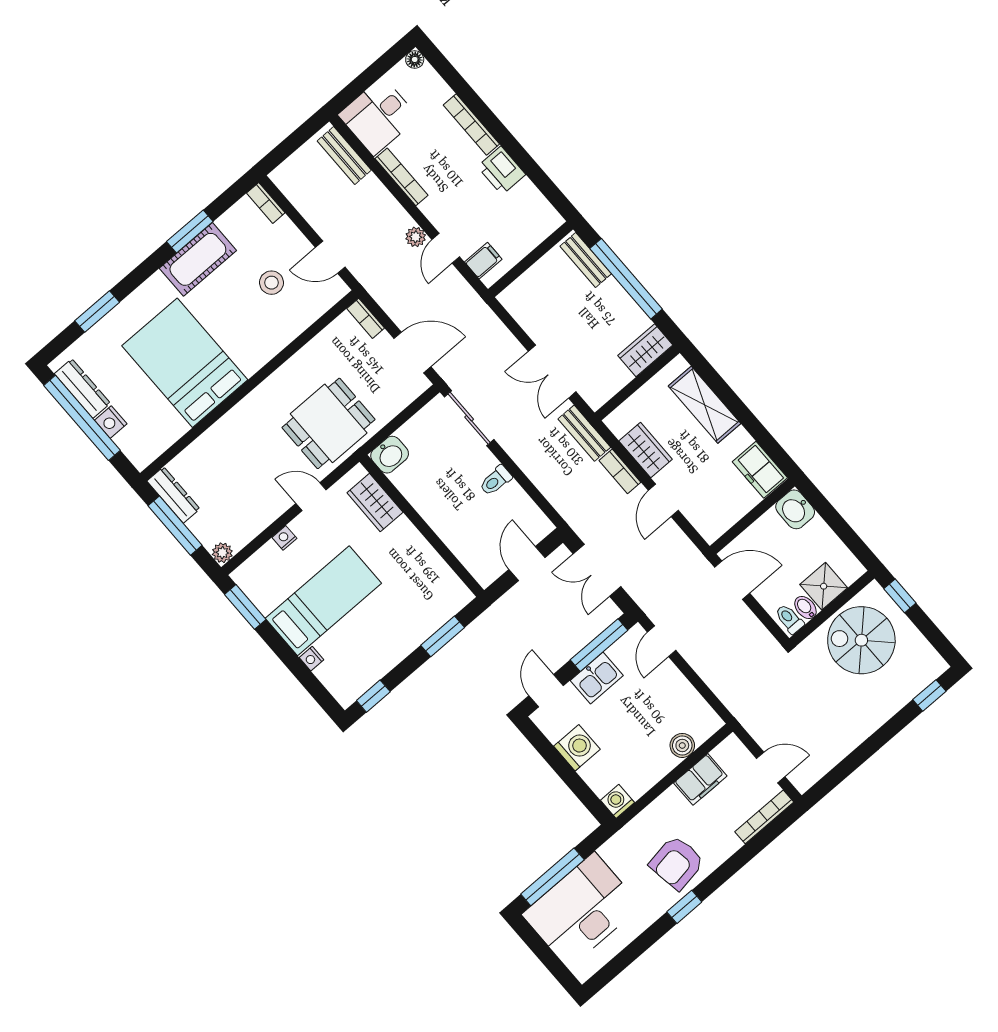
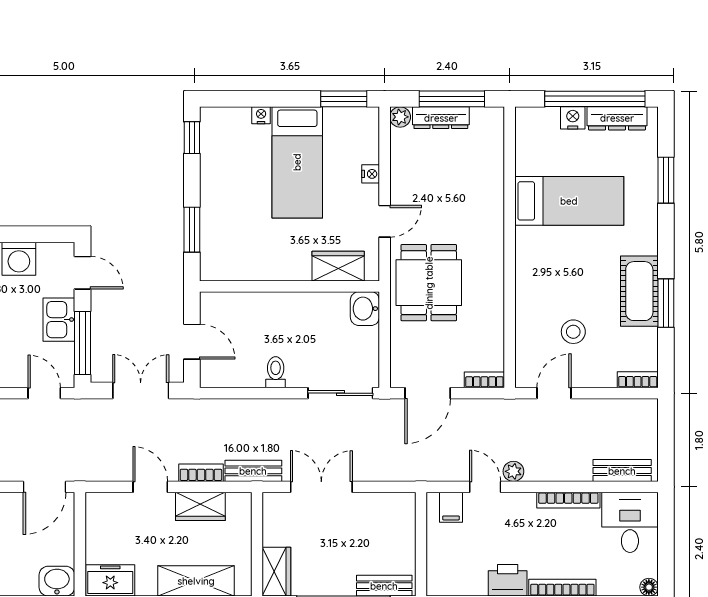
bed: (185, 363) -> (569, 201), width x0.67
dresser: (173, 495) -> (441, 118), moved

